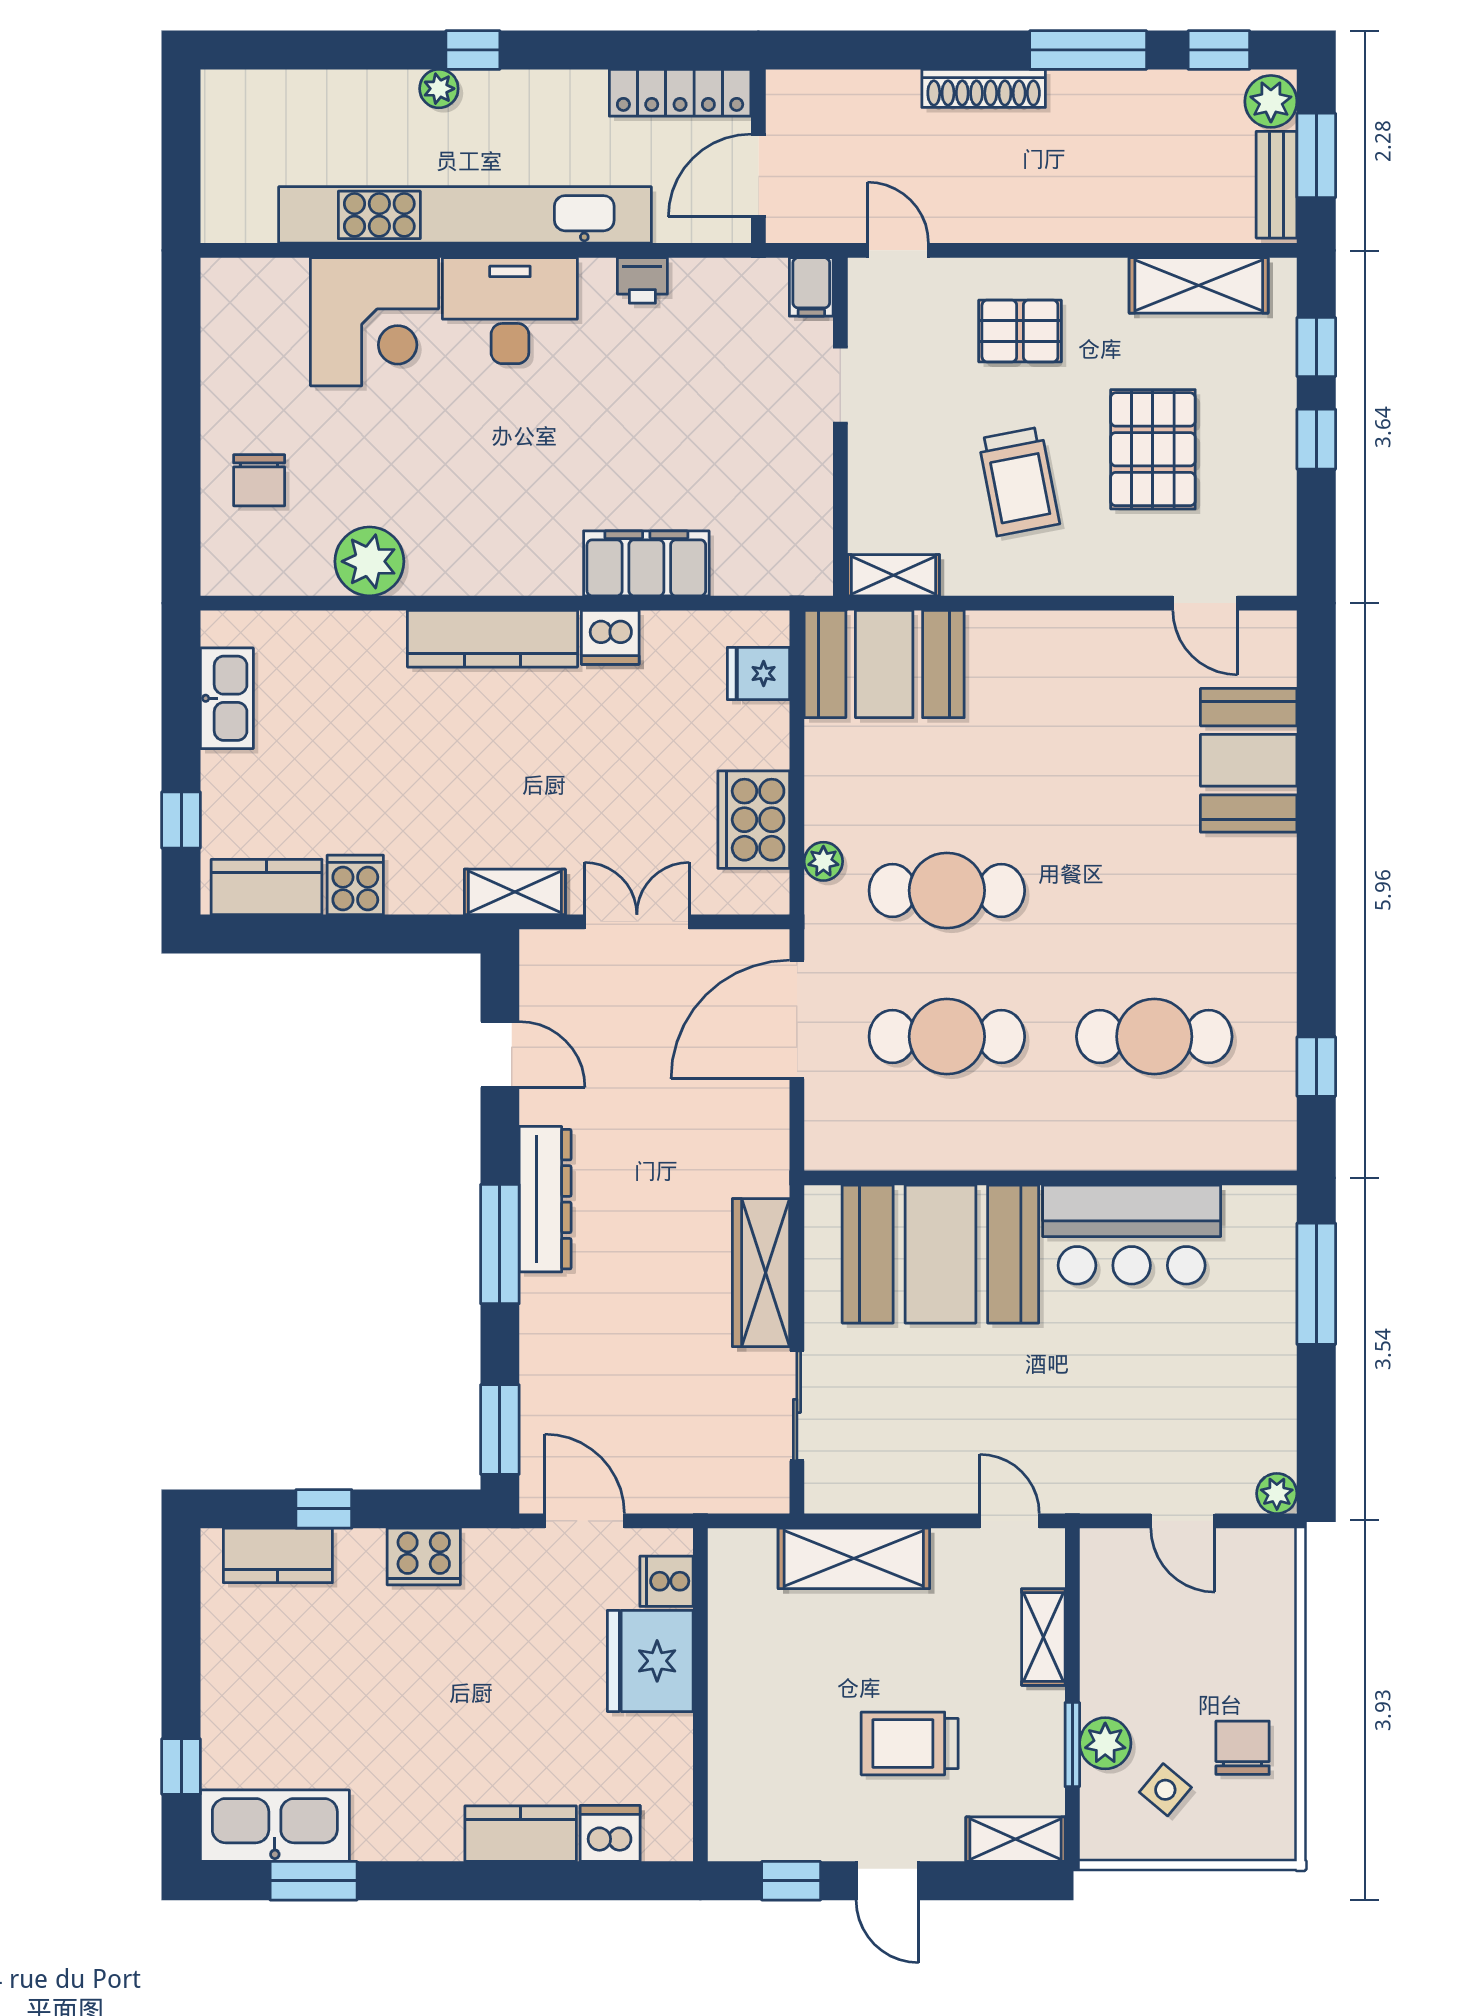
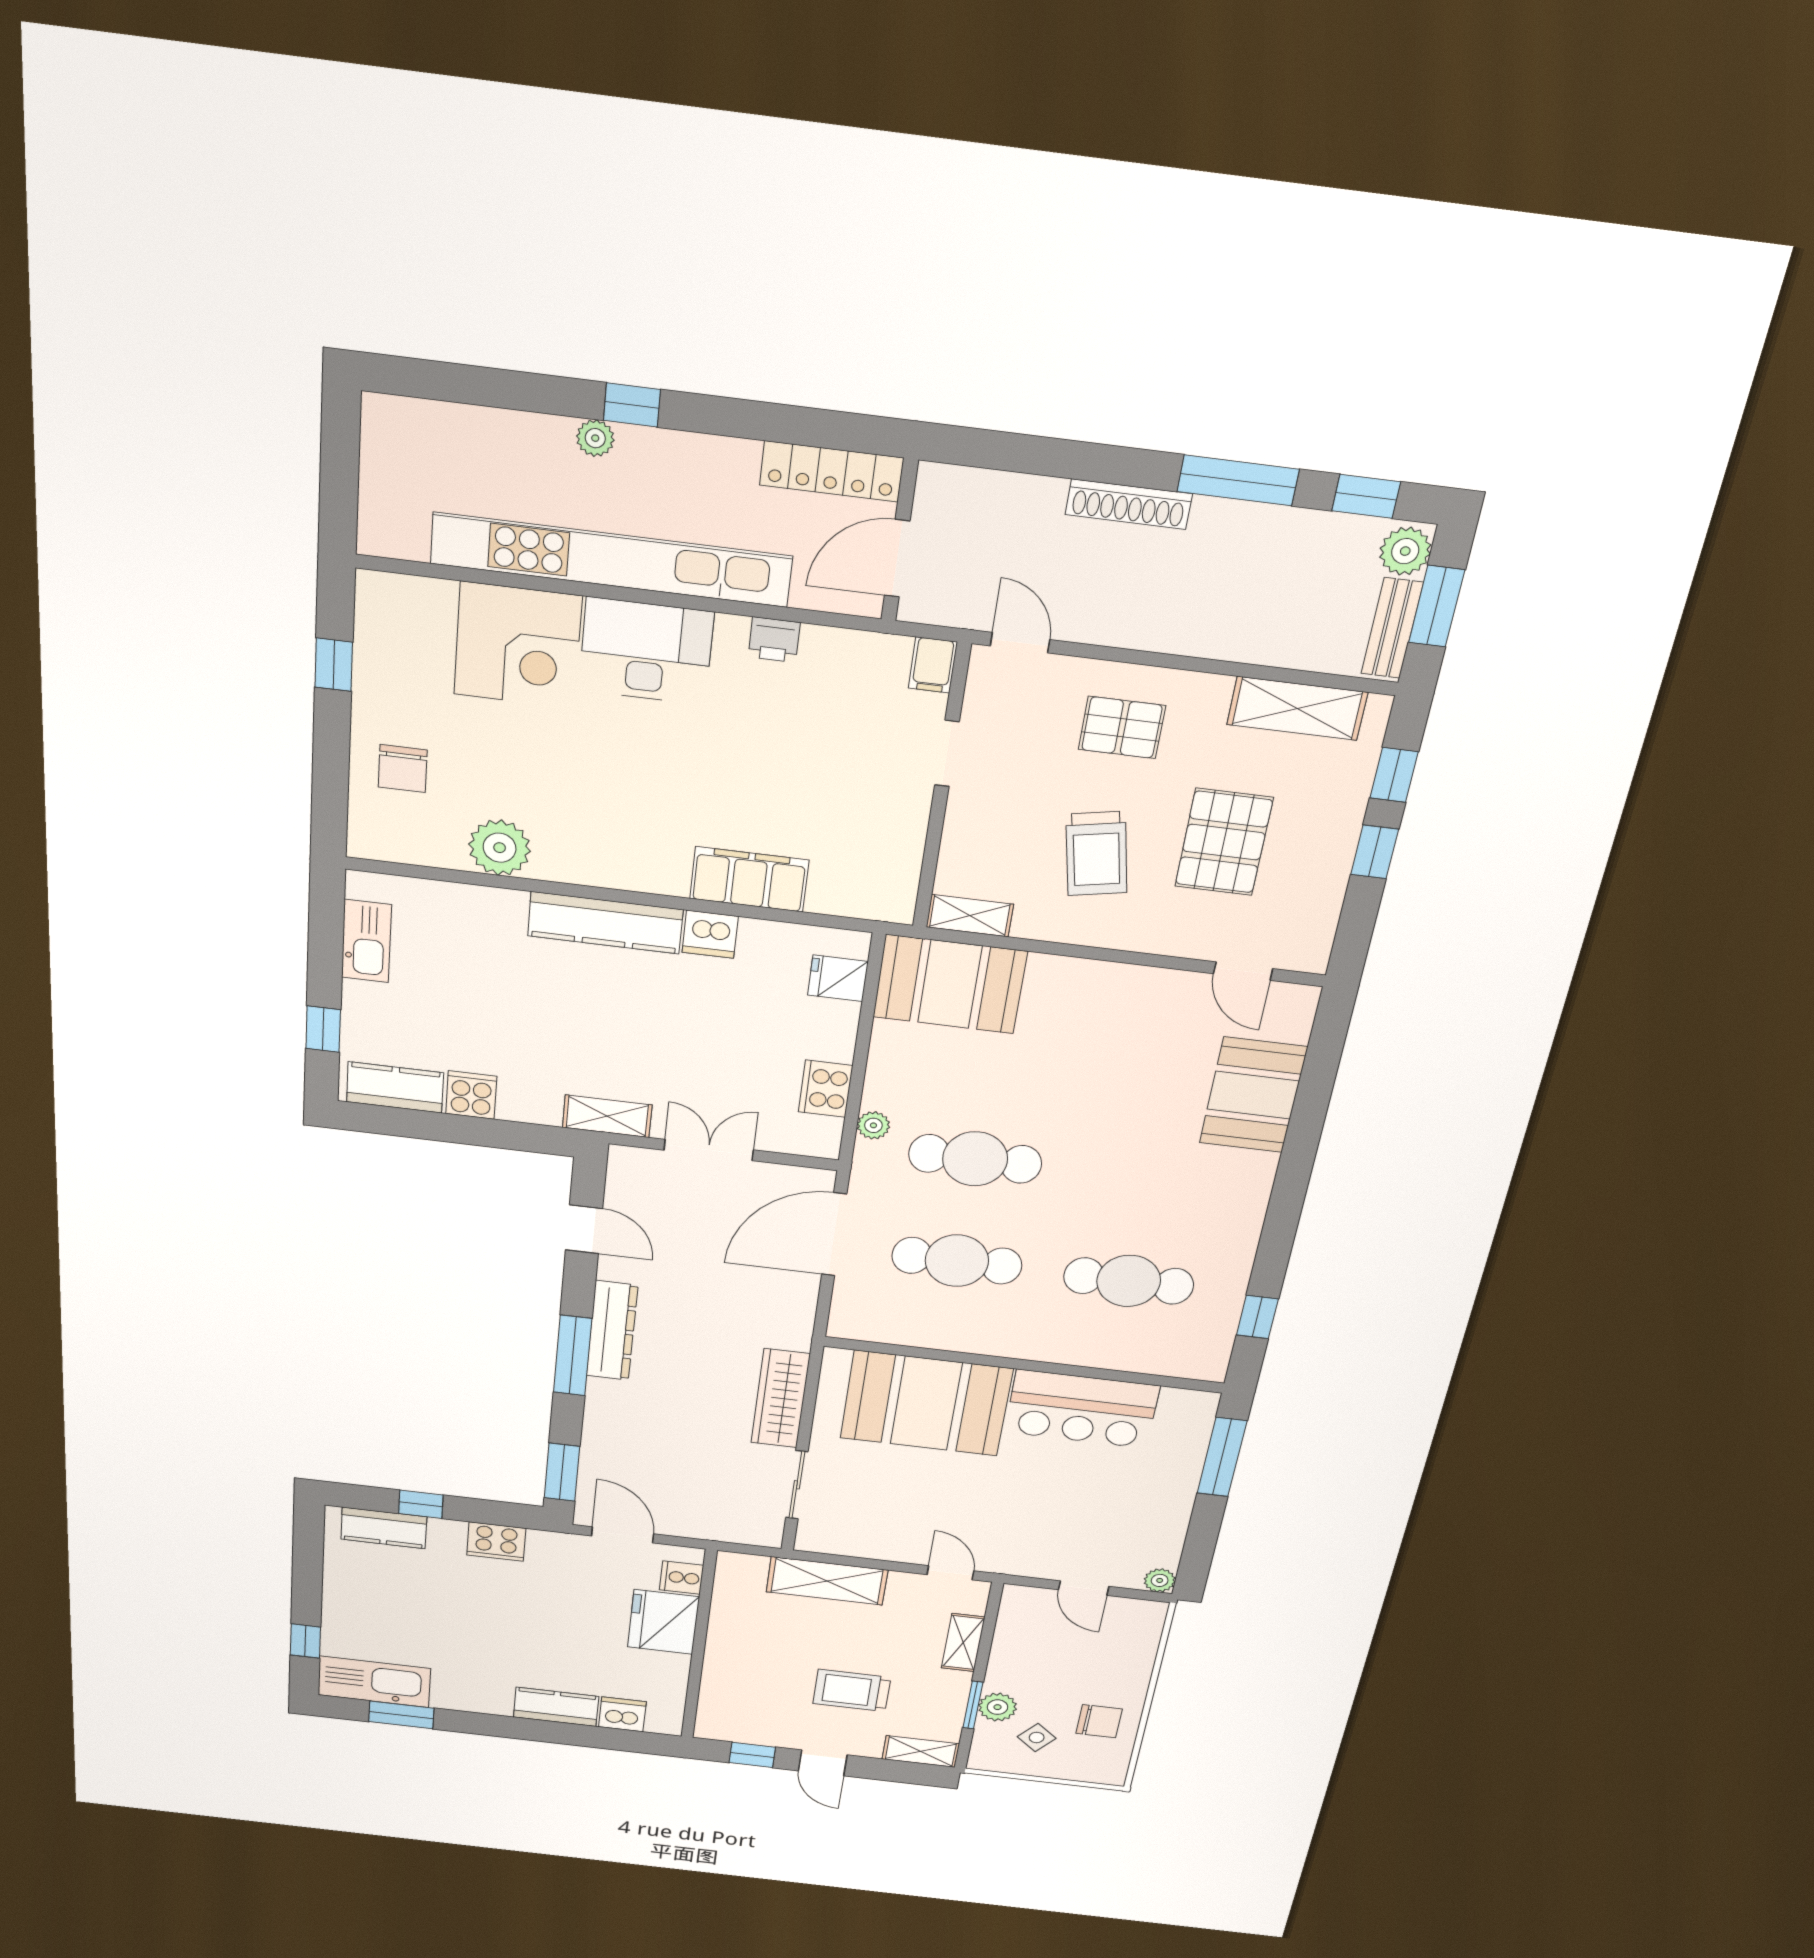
window: (181, 369) -> (334, 665), added
cooker: (754, 820) -> (826, 1089), width x0.73, depth x0.76
chair: (1243, 1748) -> (1099, 1721), turned 90

